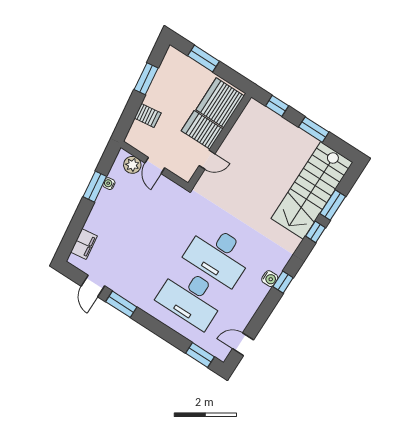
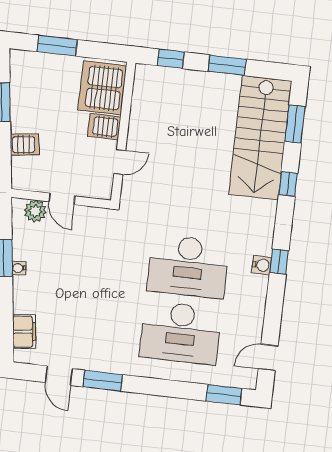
server rack: (202, 130) -> (104, 127), width x0.73, depth x0.70
water cooler: (109, 184) -> (19, 268), moved
window: (333, 205) -> (295, 124), moved

